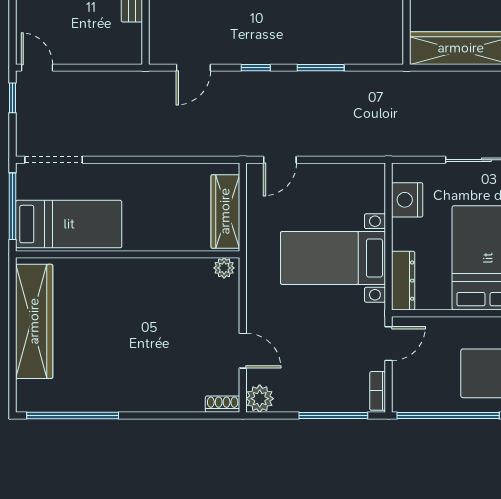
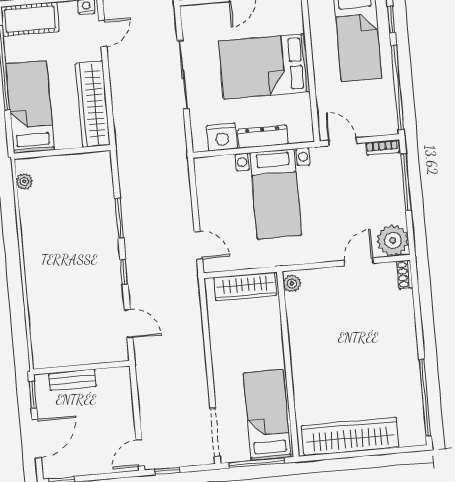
dresser: (403, 281) -> (263, 137), moved
plant: (260, 399) -> (393, 241), width x1.36, depth x1.36

